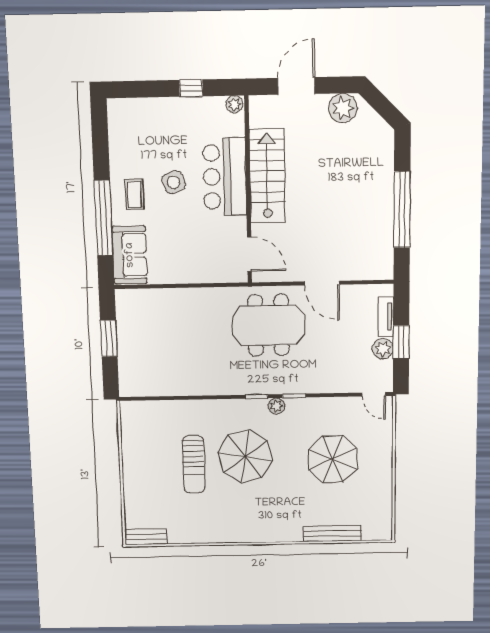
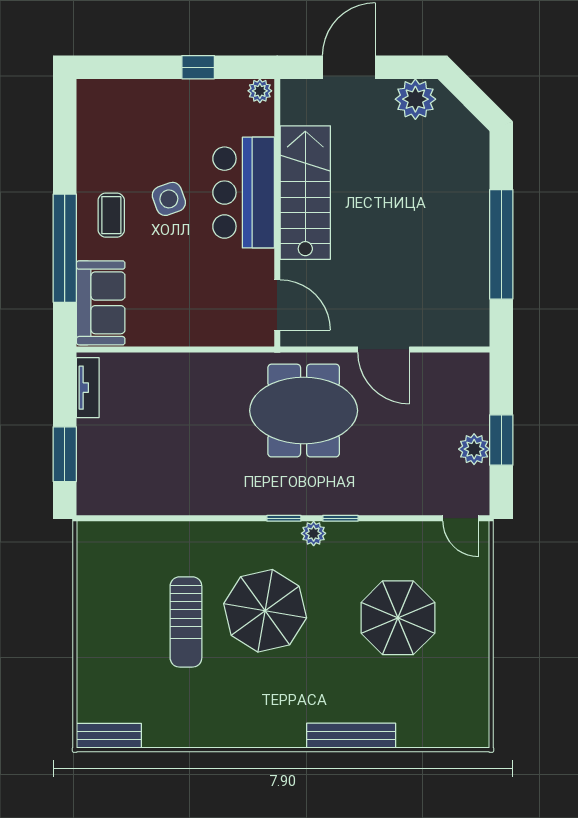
tv unit: (386, 317) -> (88, 388), moved, turned 180
window: (109, 338) -> (65, 454), moved
bench: (332, 533) -> (351, 736), moved

